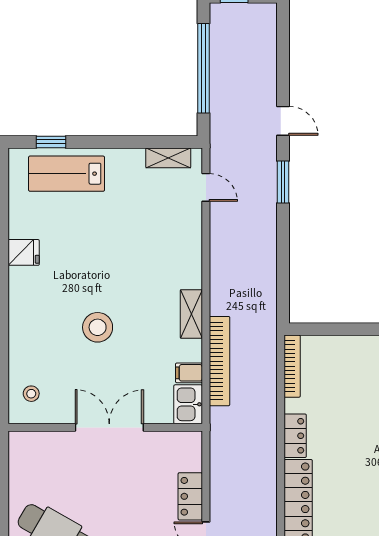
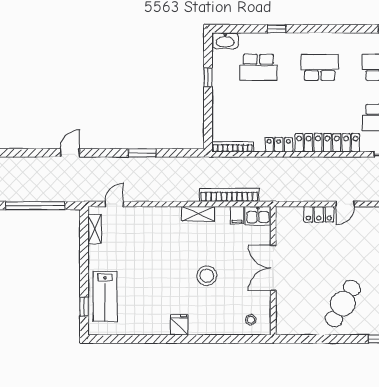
window: (283, 182) -> (142, 153), moved
fridge: (24, 252) -> (179, 325), moved

